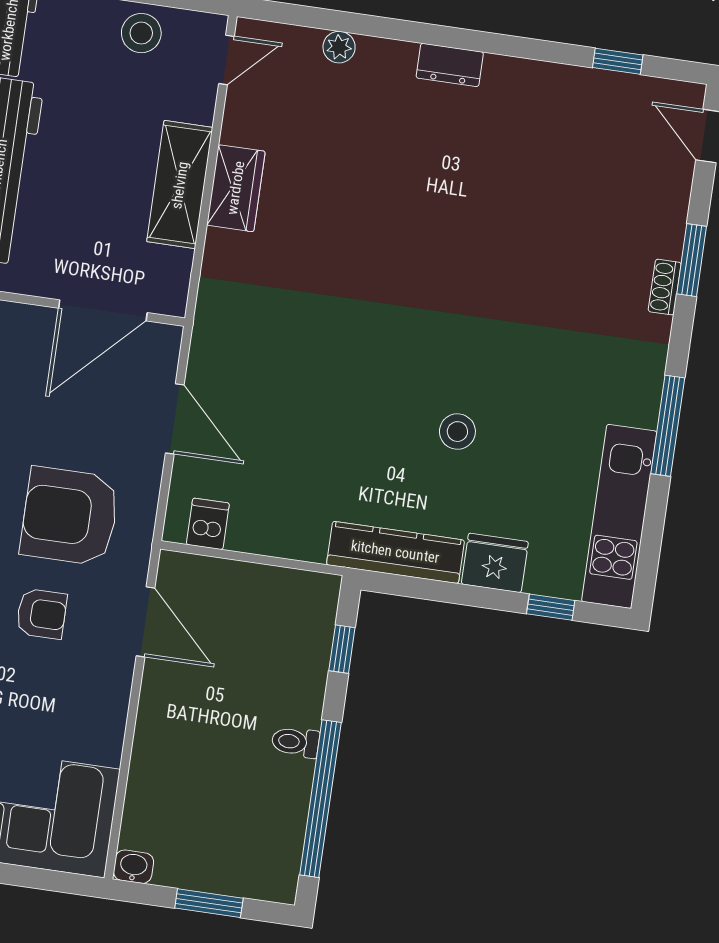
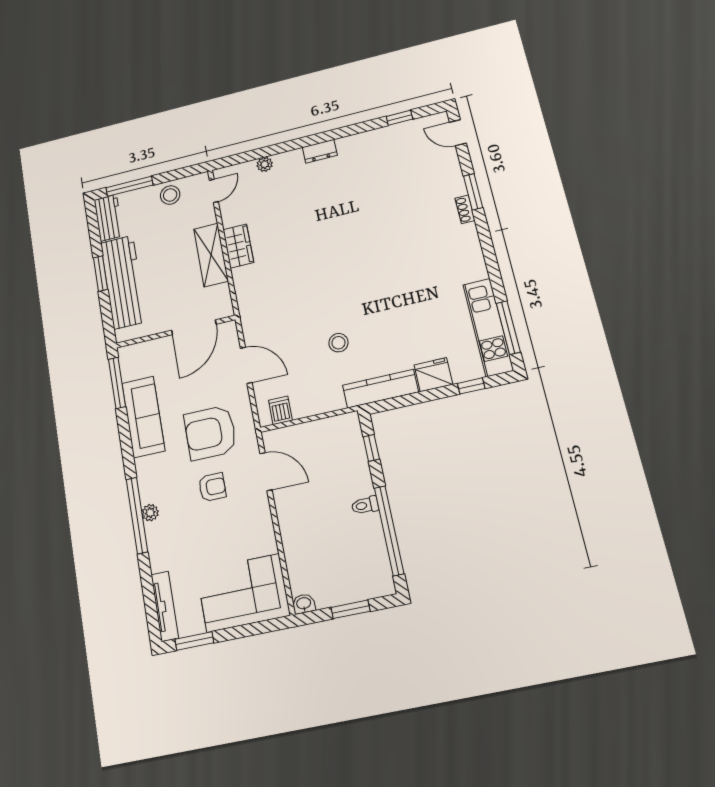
window: (668, 426) -> (508, 328), moved
stool: (457, 432) -> (338, 343), moved

